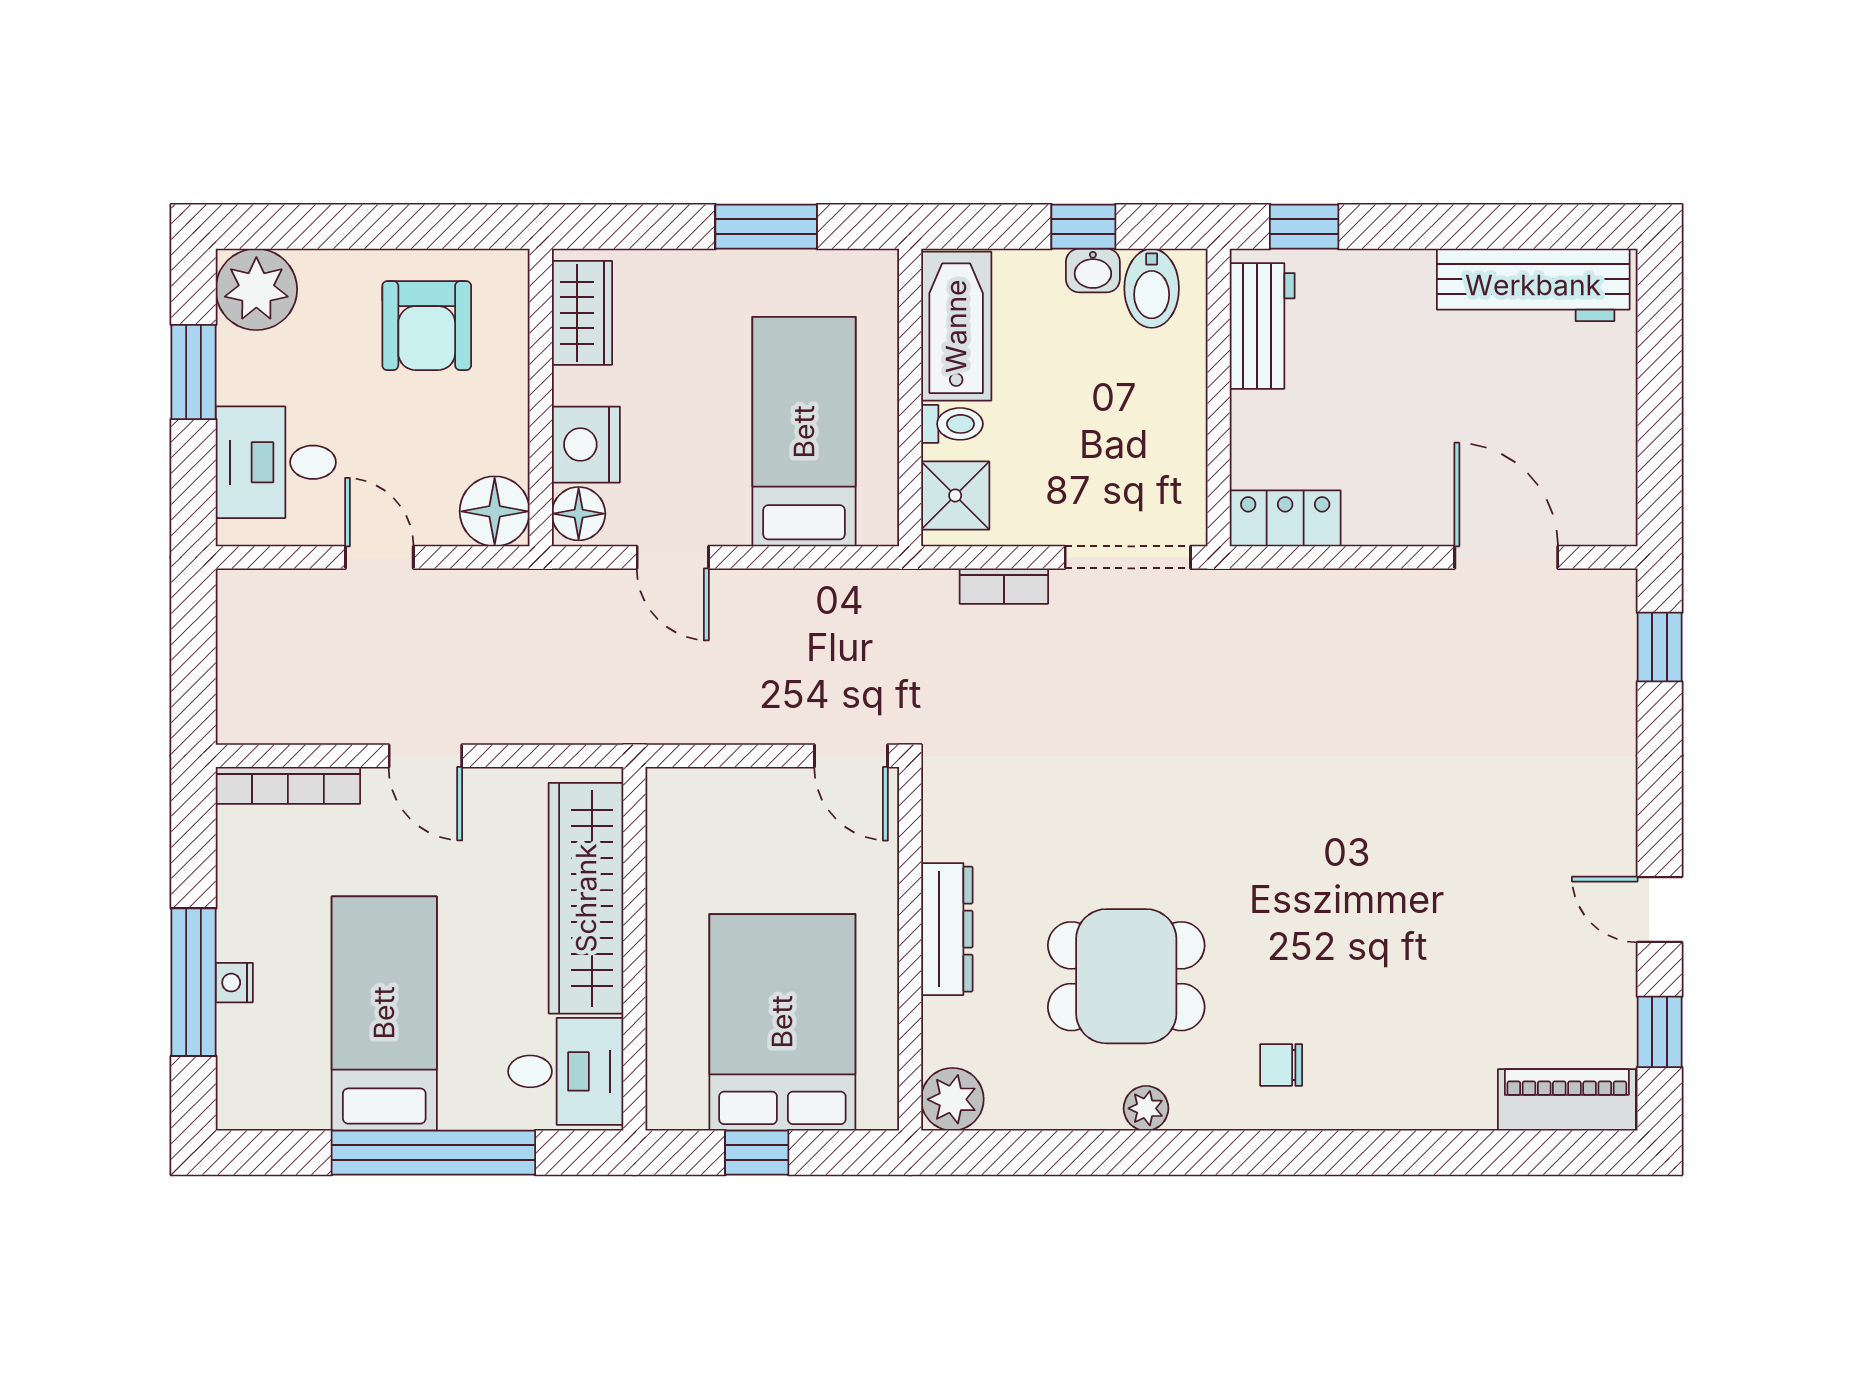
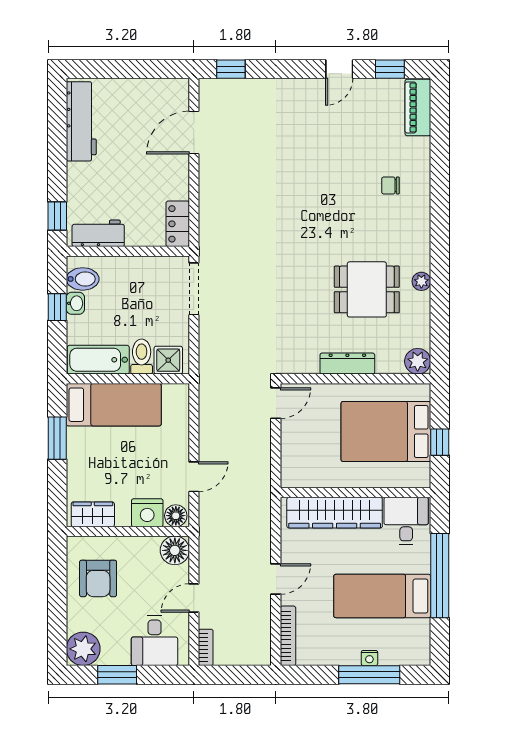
armchair: (427, 326) -> (98, 578), turned 90
toilet: (952, 424) -> (142, 357), width x1.37, depth x1.39
bed: (804, 432) -> (114, 405), moved, turned 180
bookcase: (1004, 586) -> (206, 647), moved
dining table: (1126, 976) -> (367, 289), turned 90
chair: (1281, 1065) -> (390, 185), moved, turned 90

